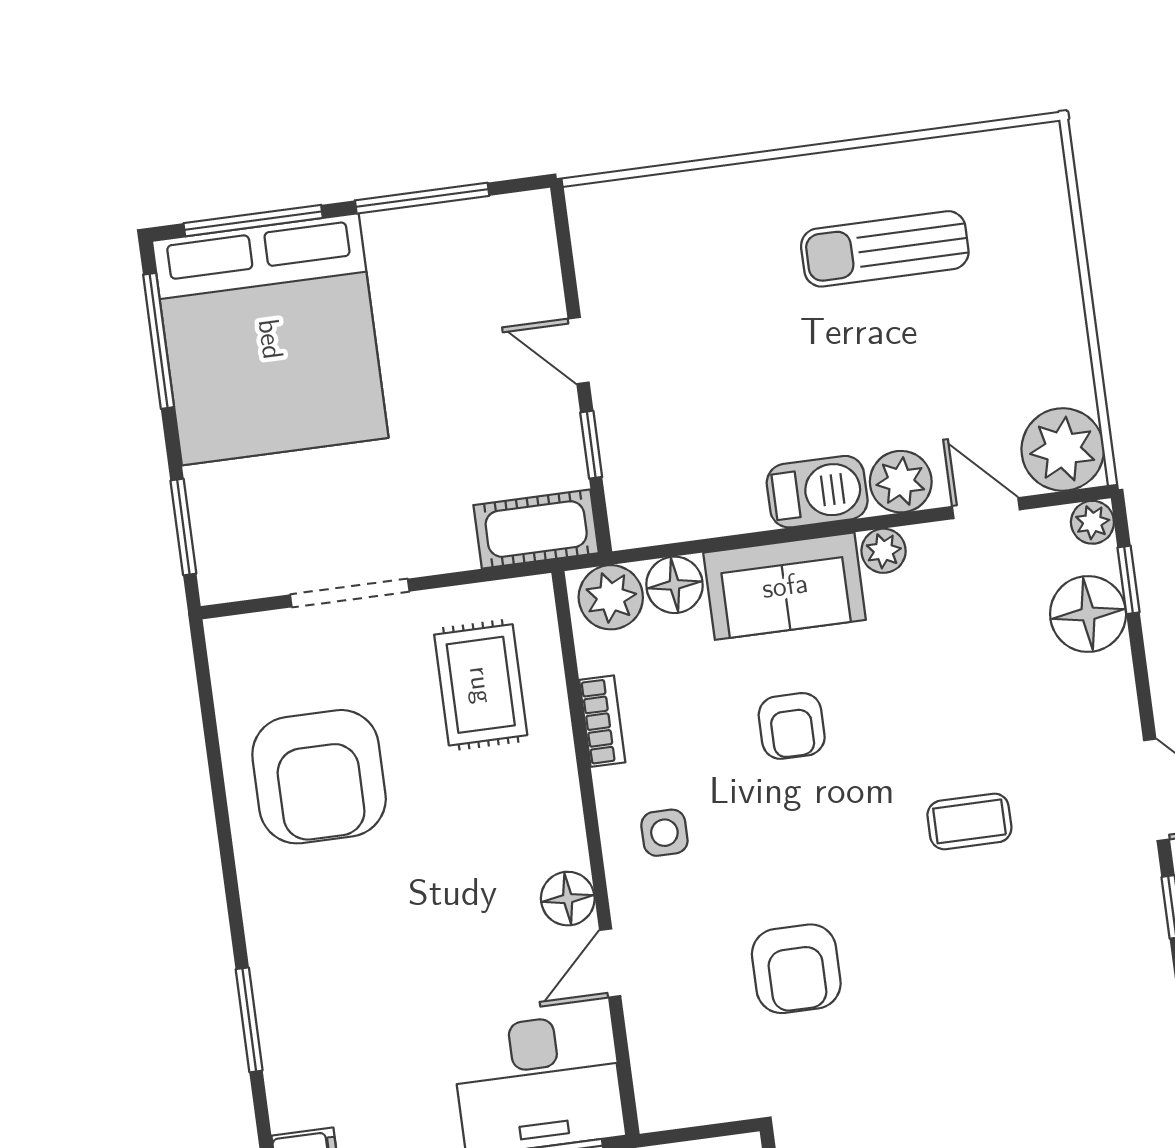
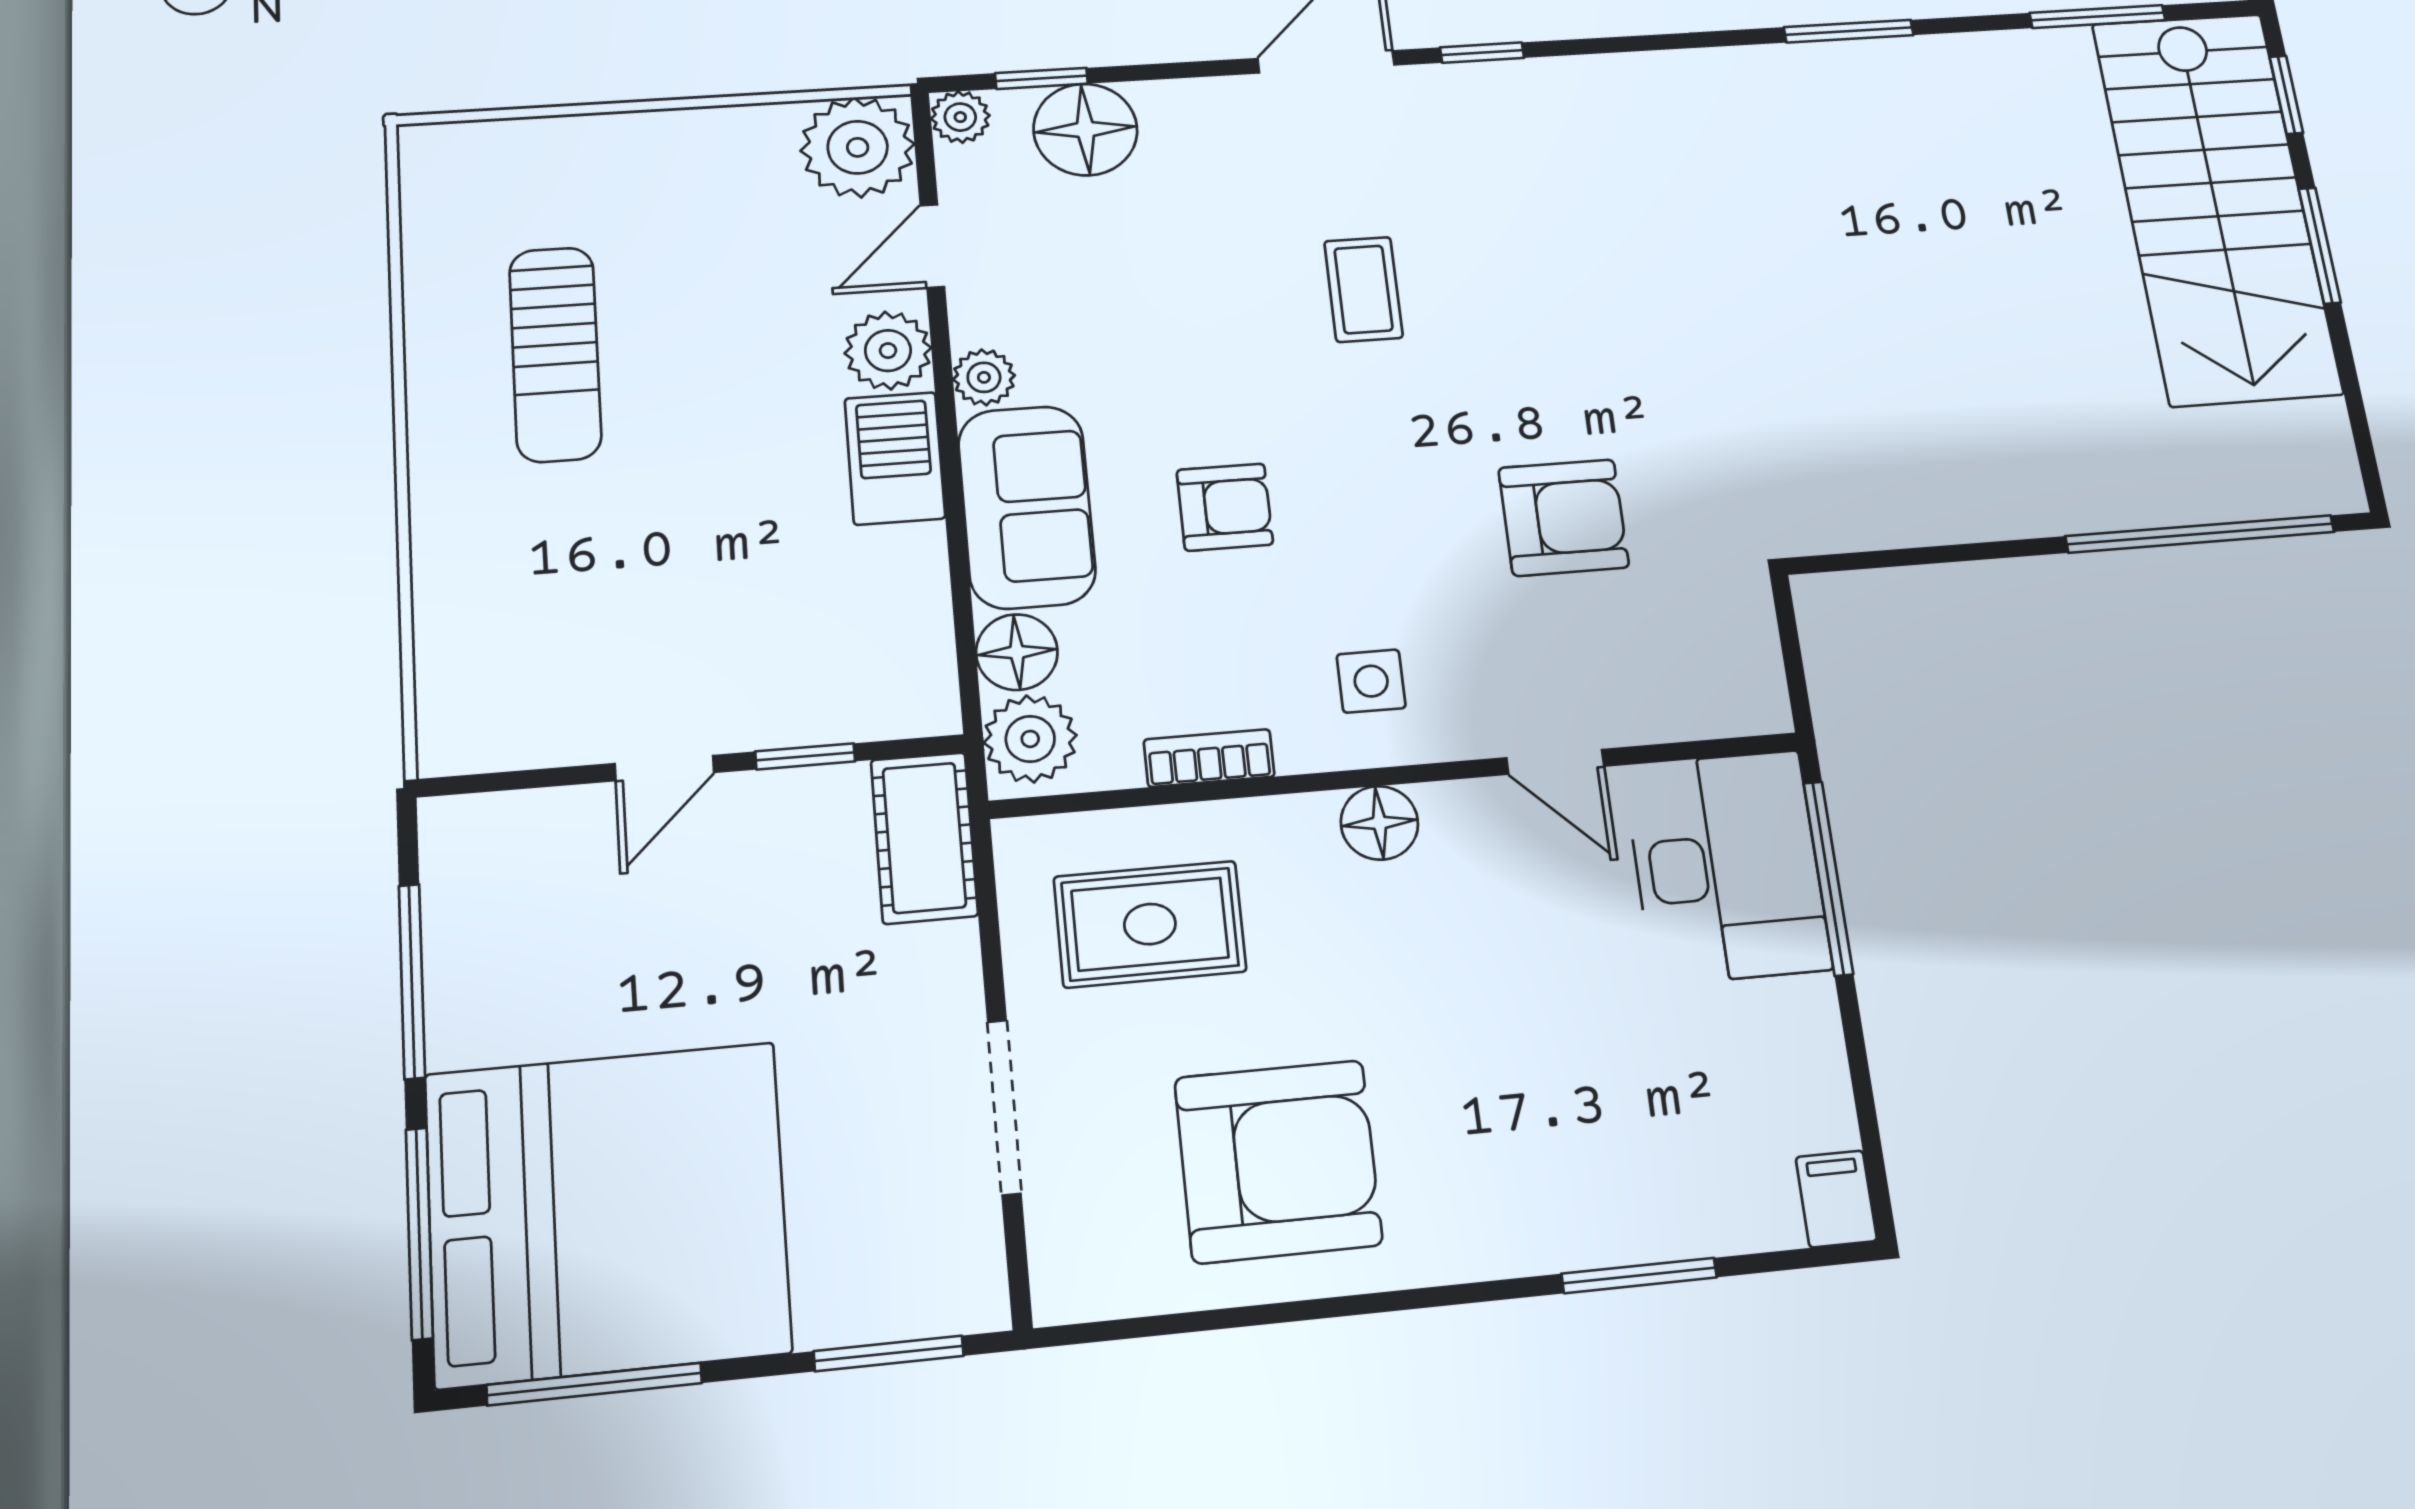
floor lamp: (568, 899) -> (1379, 823), moved

